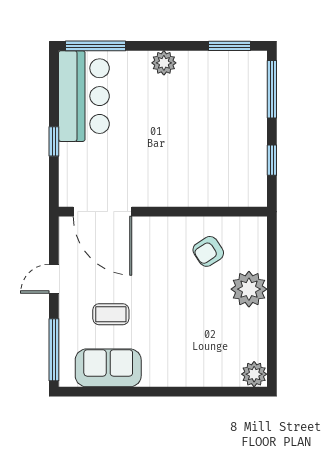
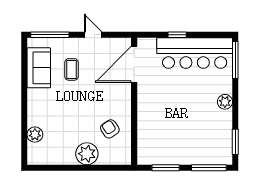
bar counter: (84, 96) -> (195, 53), width x1.36
window: (272, 160) -> (166, 168), width x1.50
plant: (254, 374) -> (35, 135), moved

